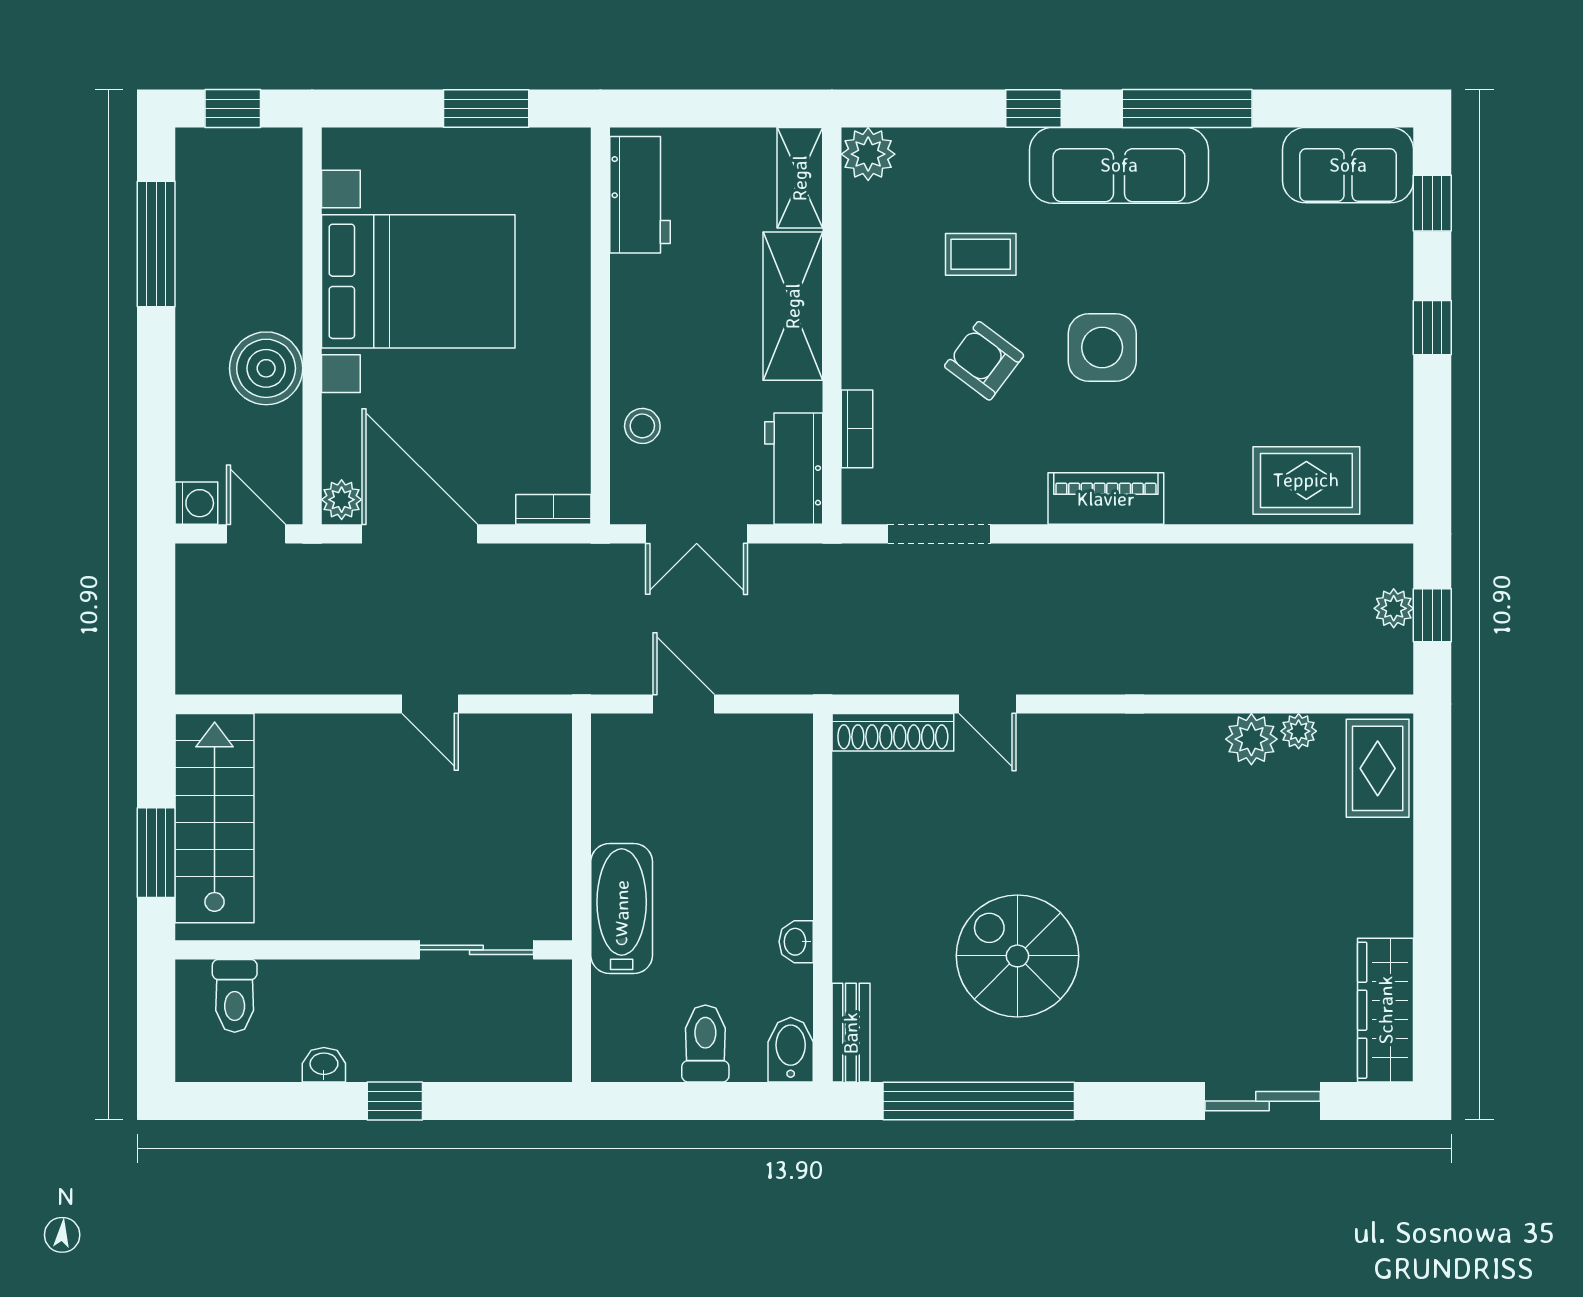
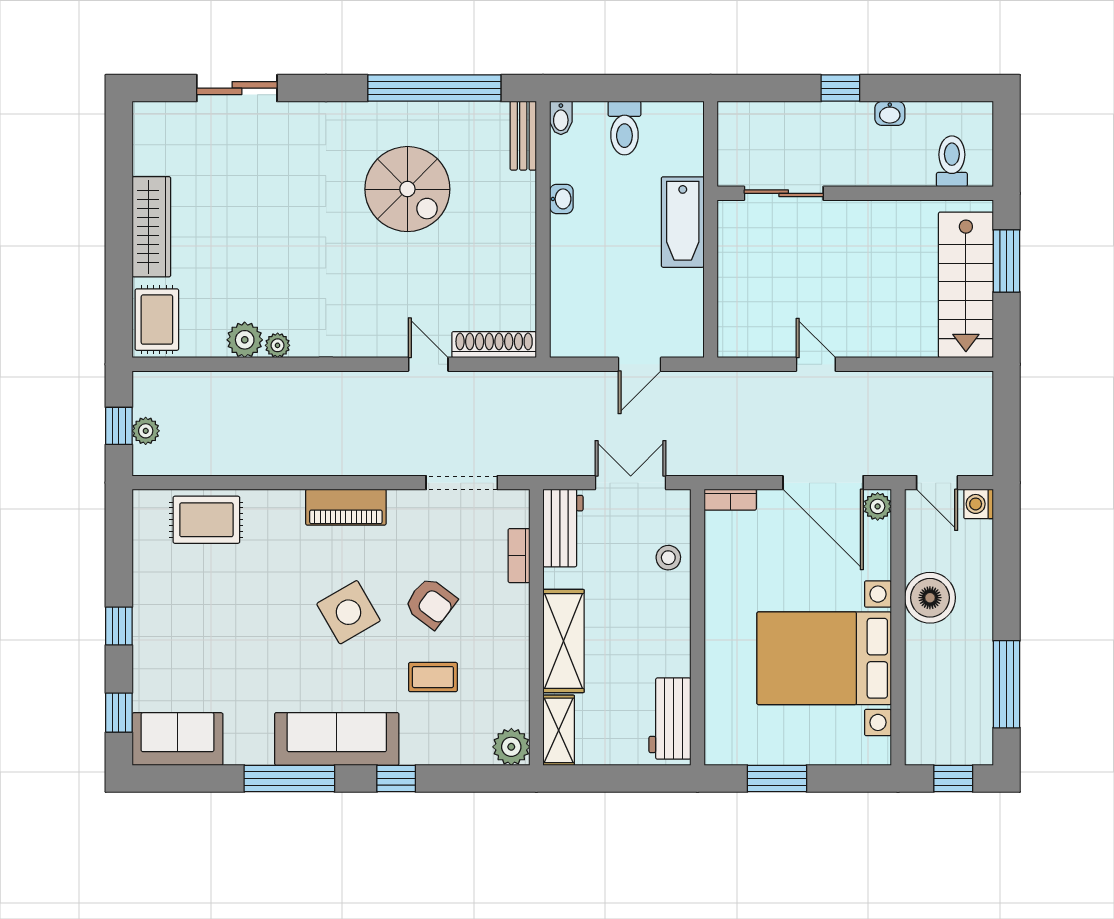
side table: (1102, 348) -> (349, 612), turned -30
door: (684, 704) -> (639, 364), hinge flipped
plant: (1299, 731) -> (278, 345), moved
wardrobe: (1386, 1010) -> (151, 227), moved
bidet: (791, 1050) -> (561, 118), width x0.72, depth x0.74

